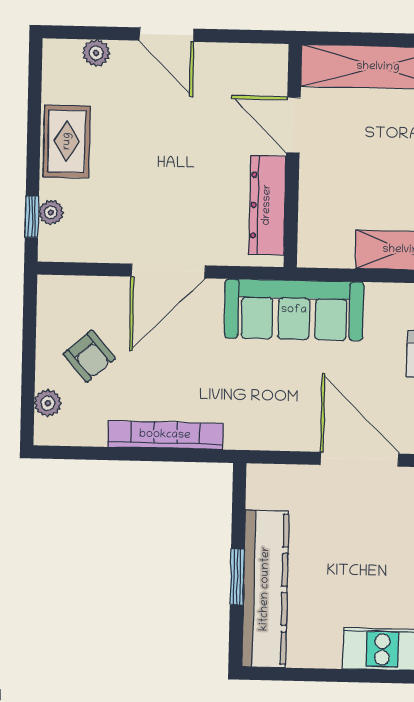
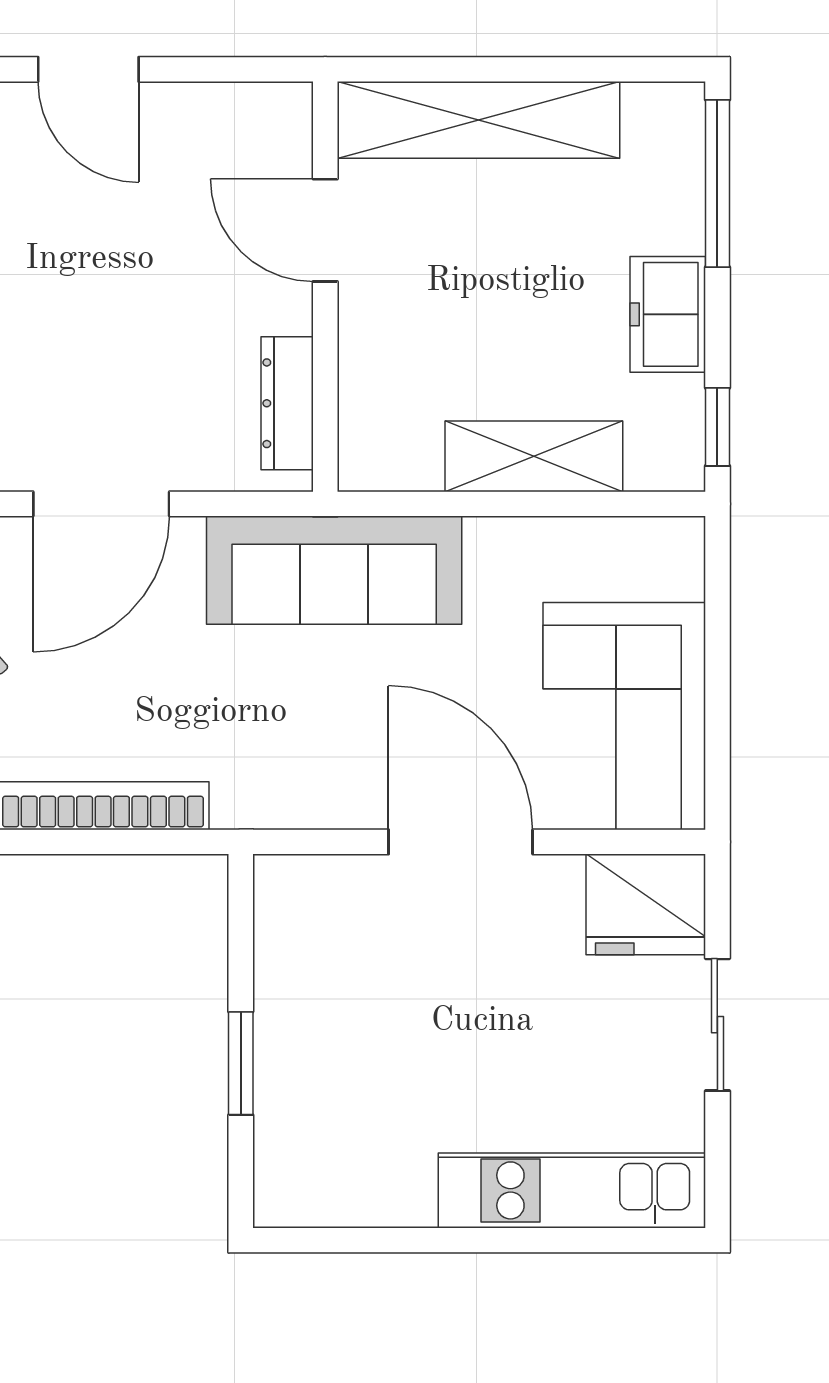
dresser: (267, 205) -> (287, 403), width x0.73, depth x0.80
kitchen counter: (265, 589) -> (293, 1084), removed

